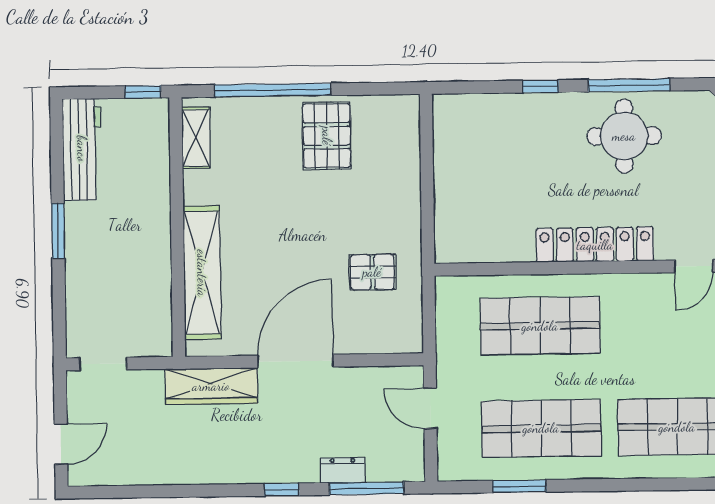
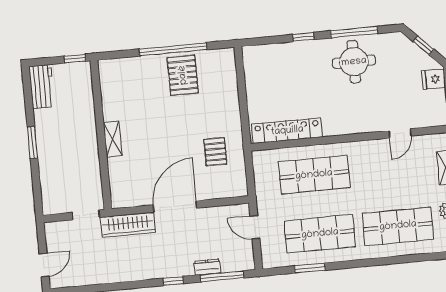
window: (273, 90) -> (173, 49), moved
shelving: (196, 138) -> (107, 83), removed
workbench: (82, 149) -> (42, 87), width x0.73
locker: (595, 245) -> (287, 131), moved
pallet: (372, 272) -> (215, 152), turned 90
shelving: (202, 273) -> (113, 139), width x0.45, depth x0.75
doorway: (103, 364) -> (86, 215), moved

